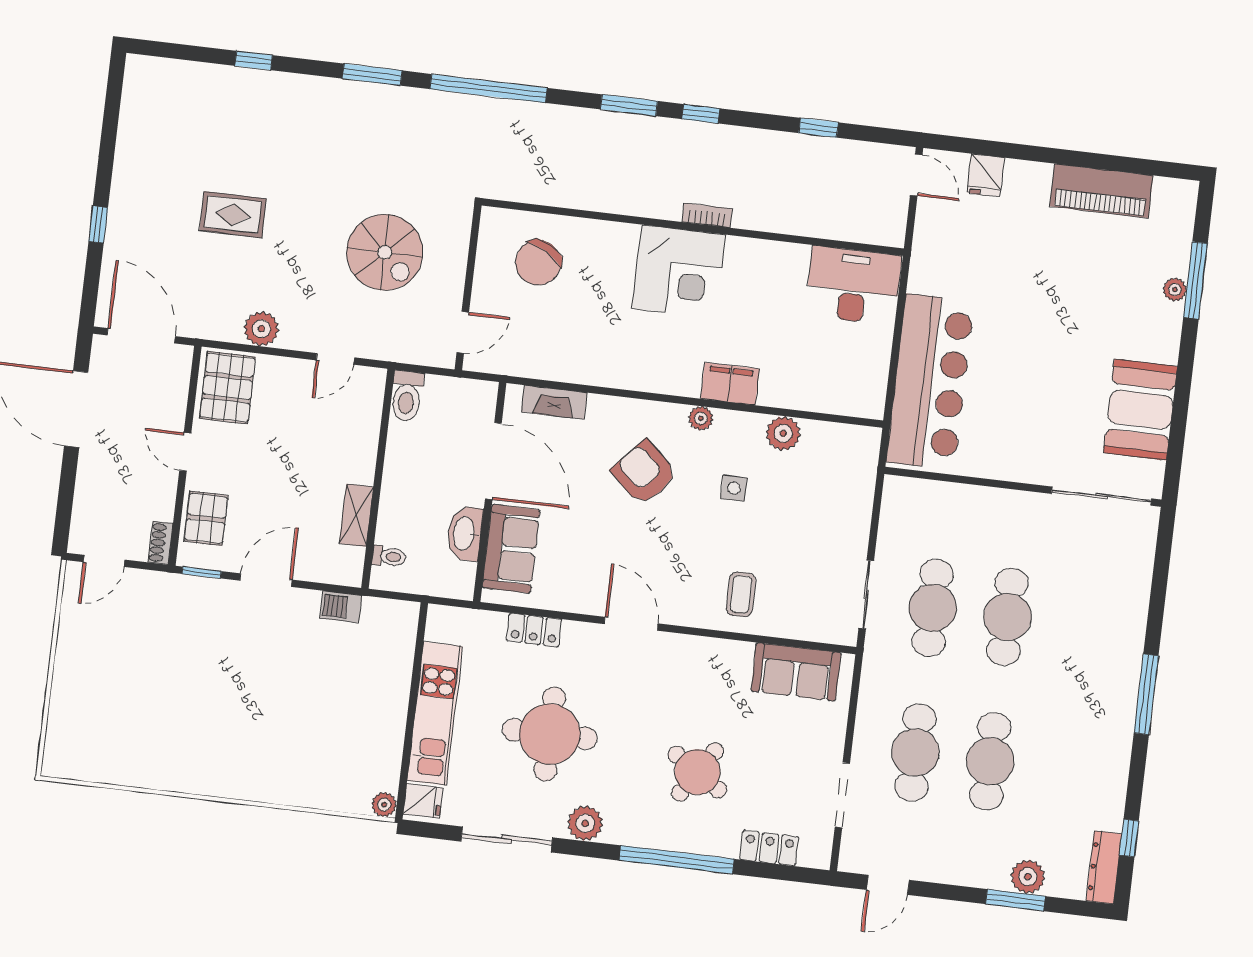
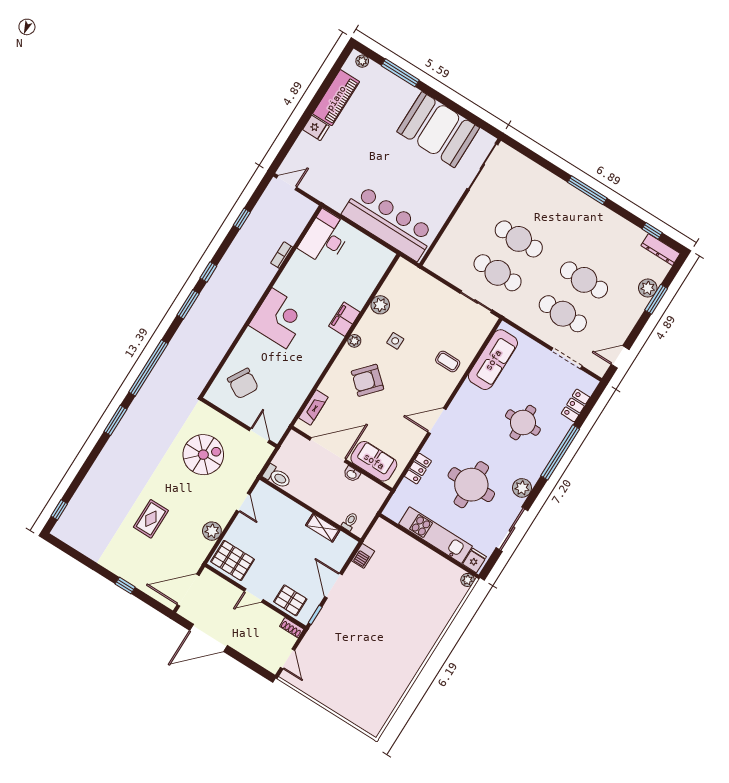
window: (254, 60) -> (59, 510), moved
fridge: (985, 175) -> (316, 128), moved
bookcase: (707, 215) -> (282, 255), moved
plant: (1175, 290) -> (362, 61), moved
booth: (1140, 410) -> (438, 130), width x1.36, depth x1.42
washbasin: (465, 534) -> (352, 474), width x0.52, depth x0.69
sofa: (796, 672) -> (493, 360), width x1.36
round table: (697, 772) -> (523, 423), turned -33
door: (888, 885) -> (620, 357), swing flipped

